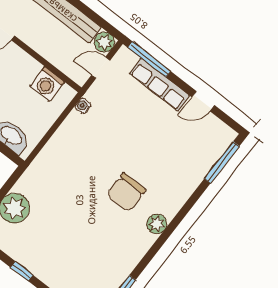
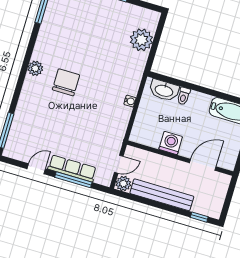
window: (149, 59) -> (73, 180), moved
washing machine: (47, 84) -> (171, 143), moved
water cooler: (83, 106) -> (130, 101), moved

